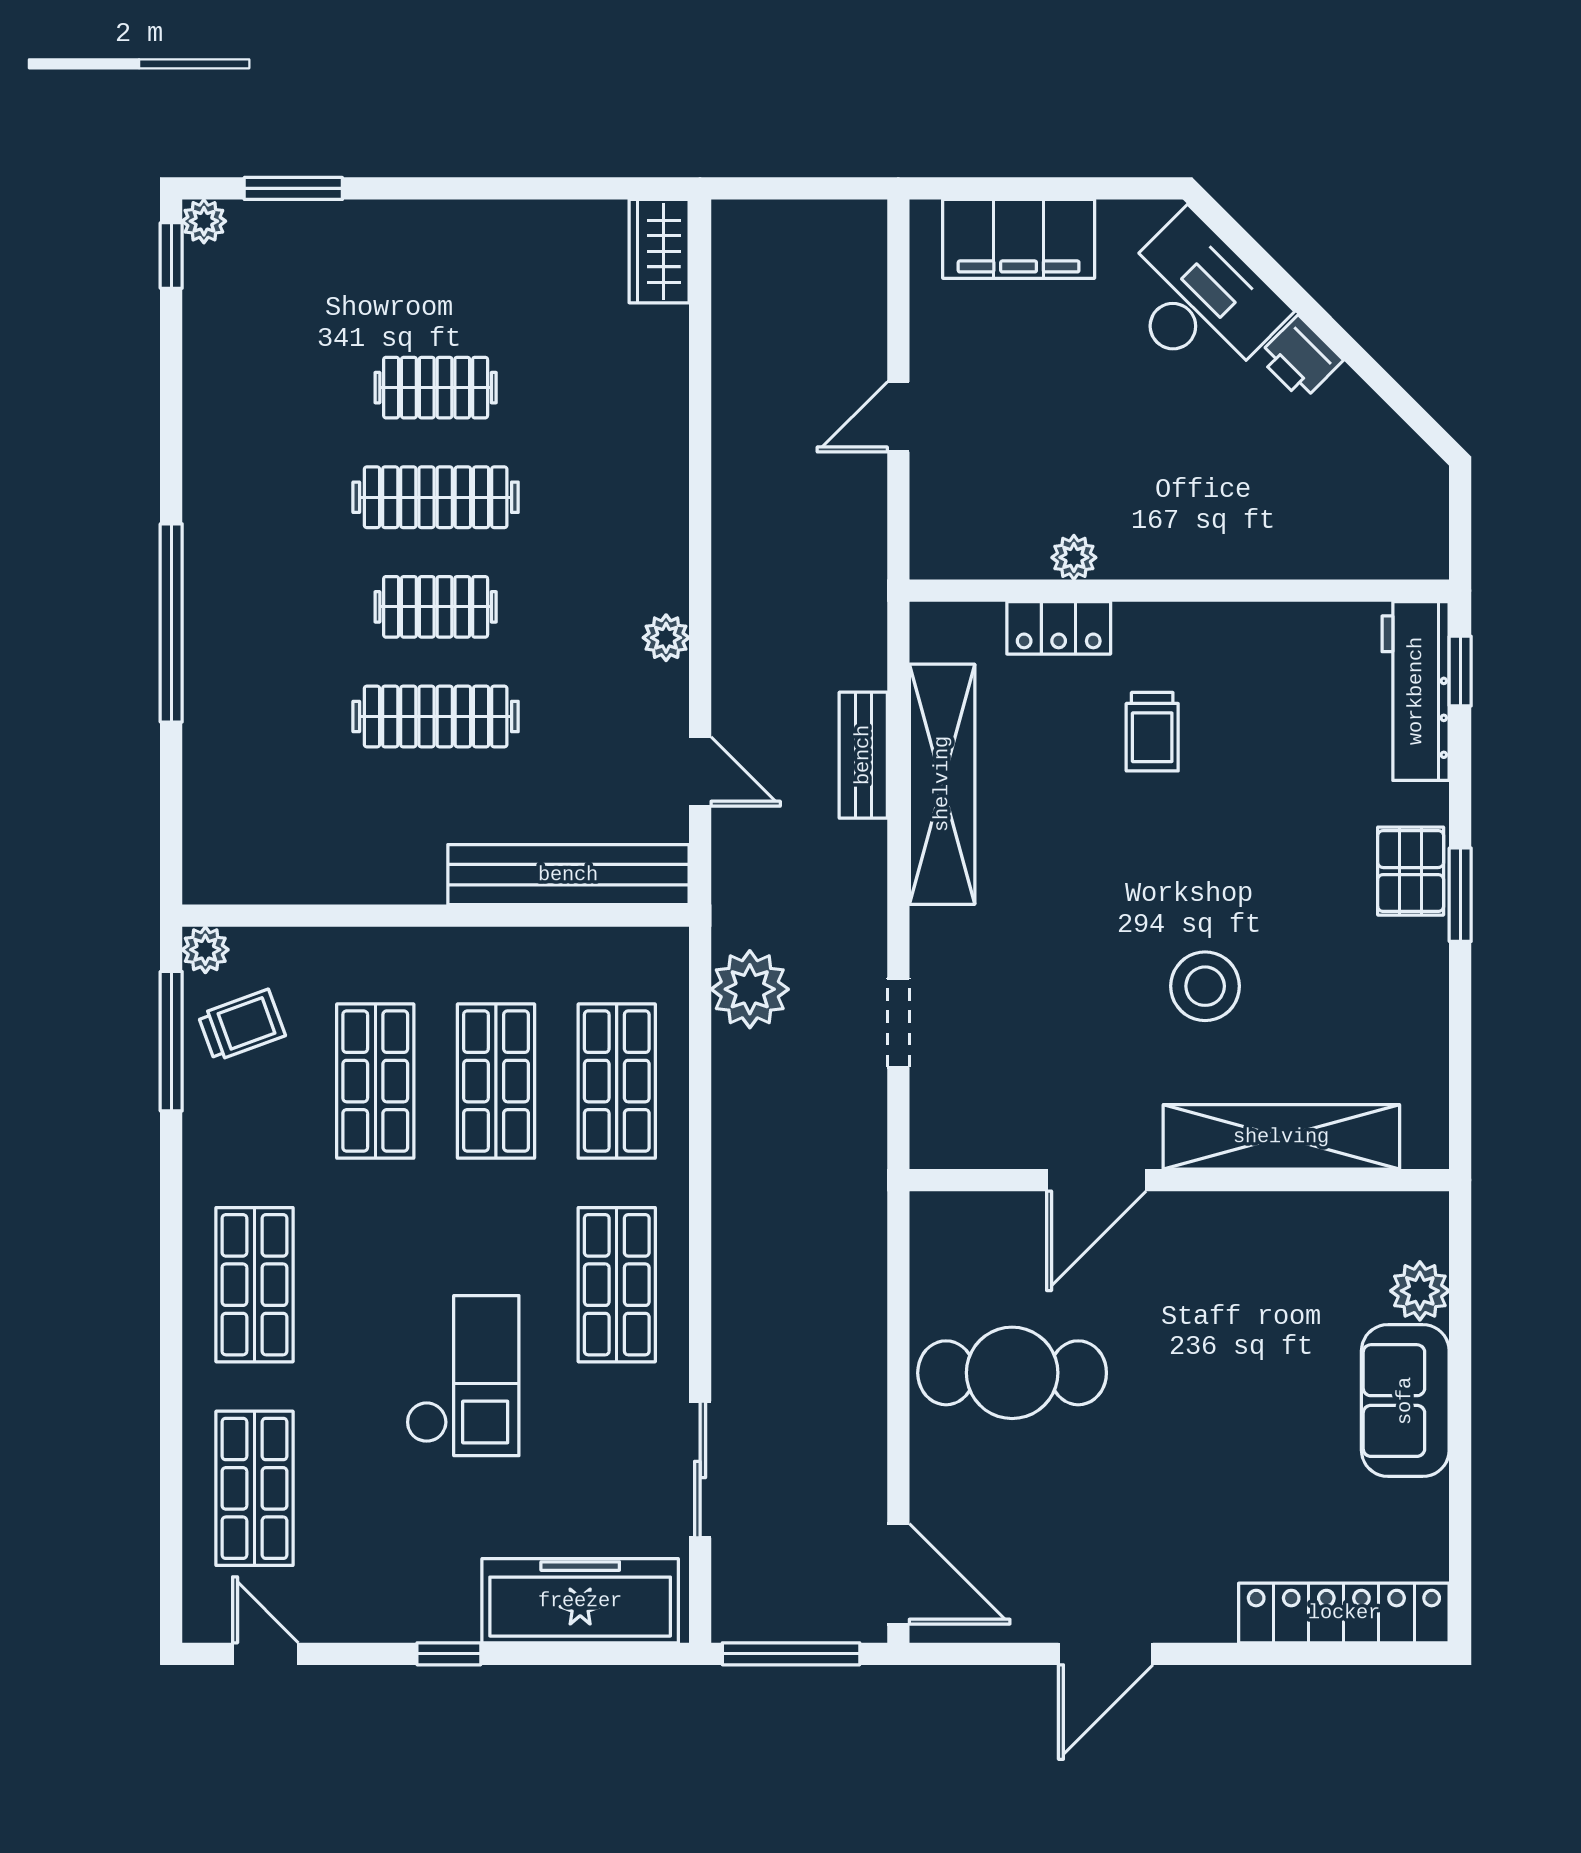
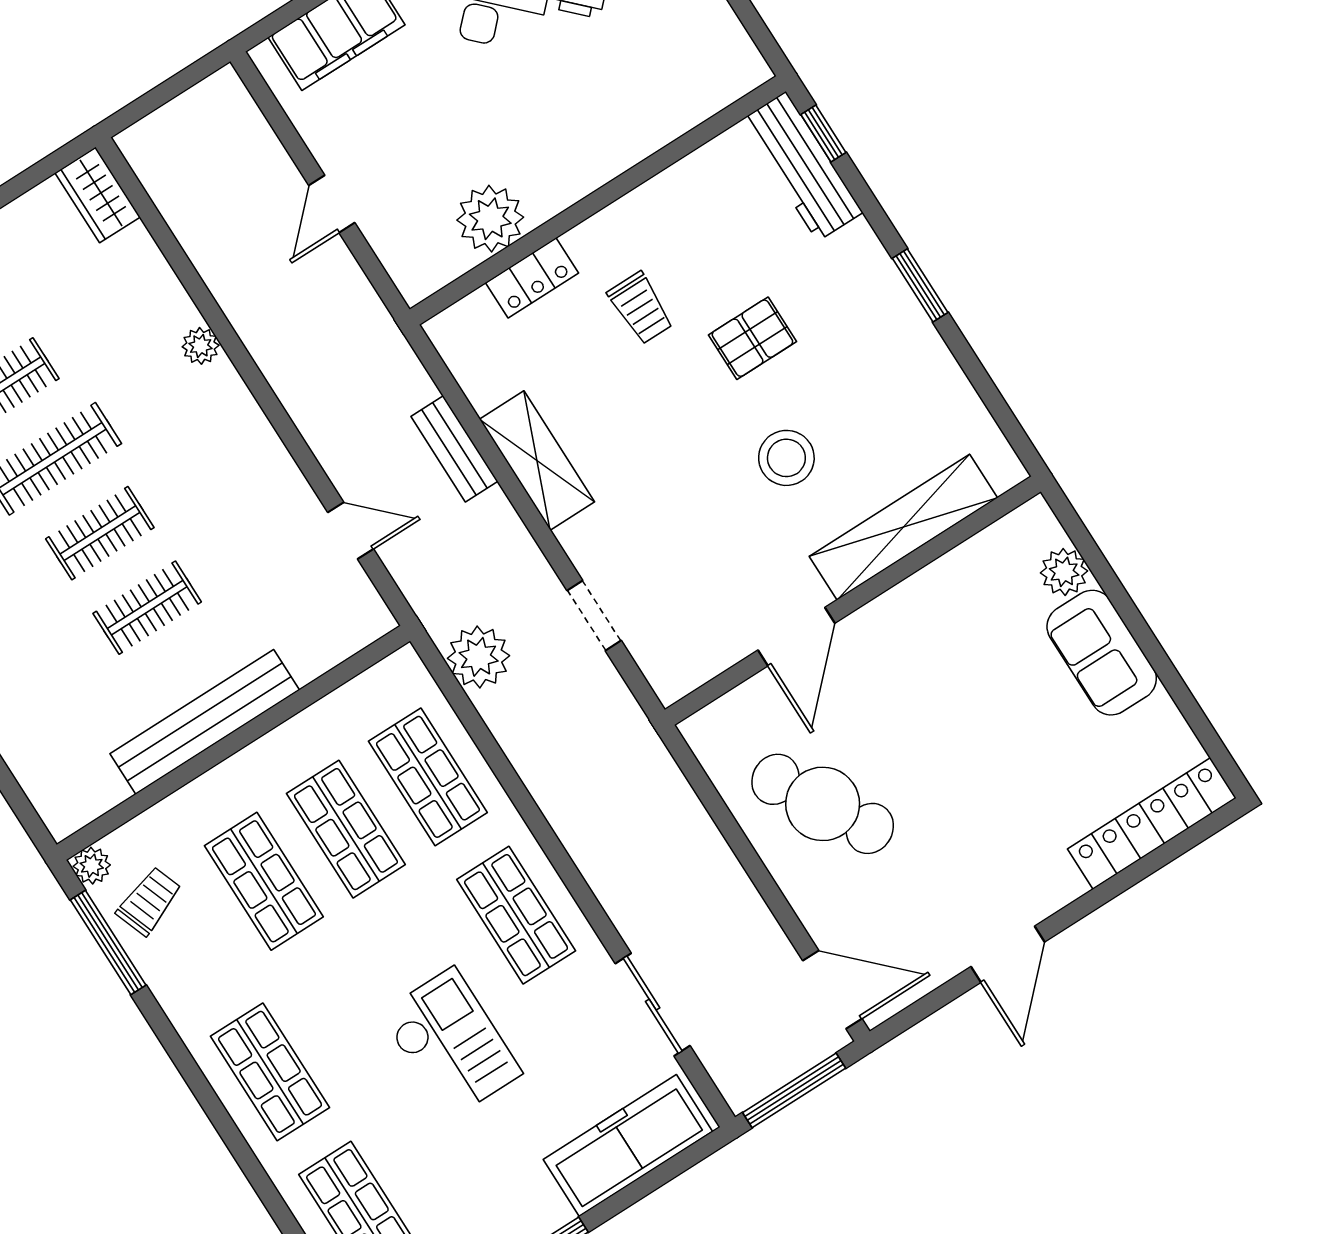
plant: (1074, 557) -> (490, 219), width x1.88, depth x1.88
plant: (666, 638) -> (201, 346), moved
clothes rail: (436, 716) -> (147, 608), width x0.73
shelving: (942, 784) -> (537, 460), width x0.68
pallet: (1411, 871) -> (752, 338), moved, turned 90
bench: (568, 875) -> (205, 722), moved
cafe table: (1012, 1373) -> (823, 804), turned 60

